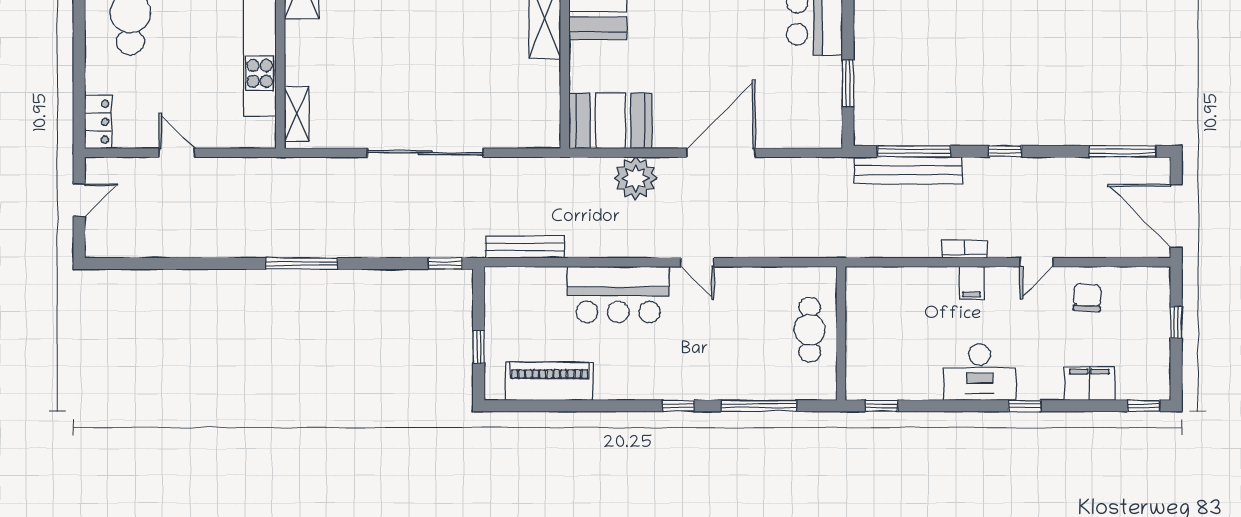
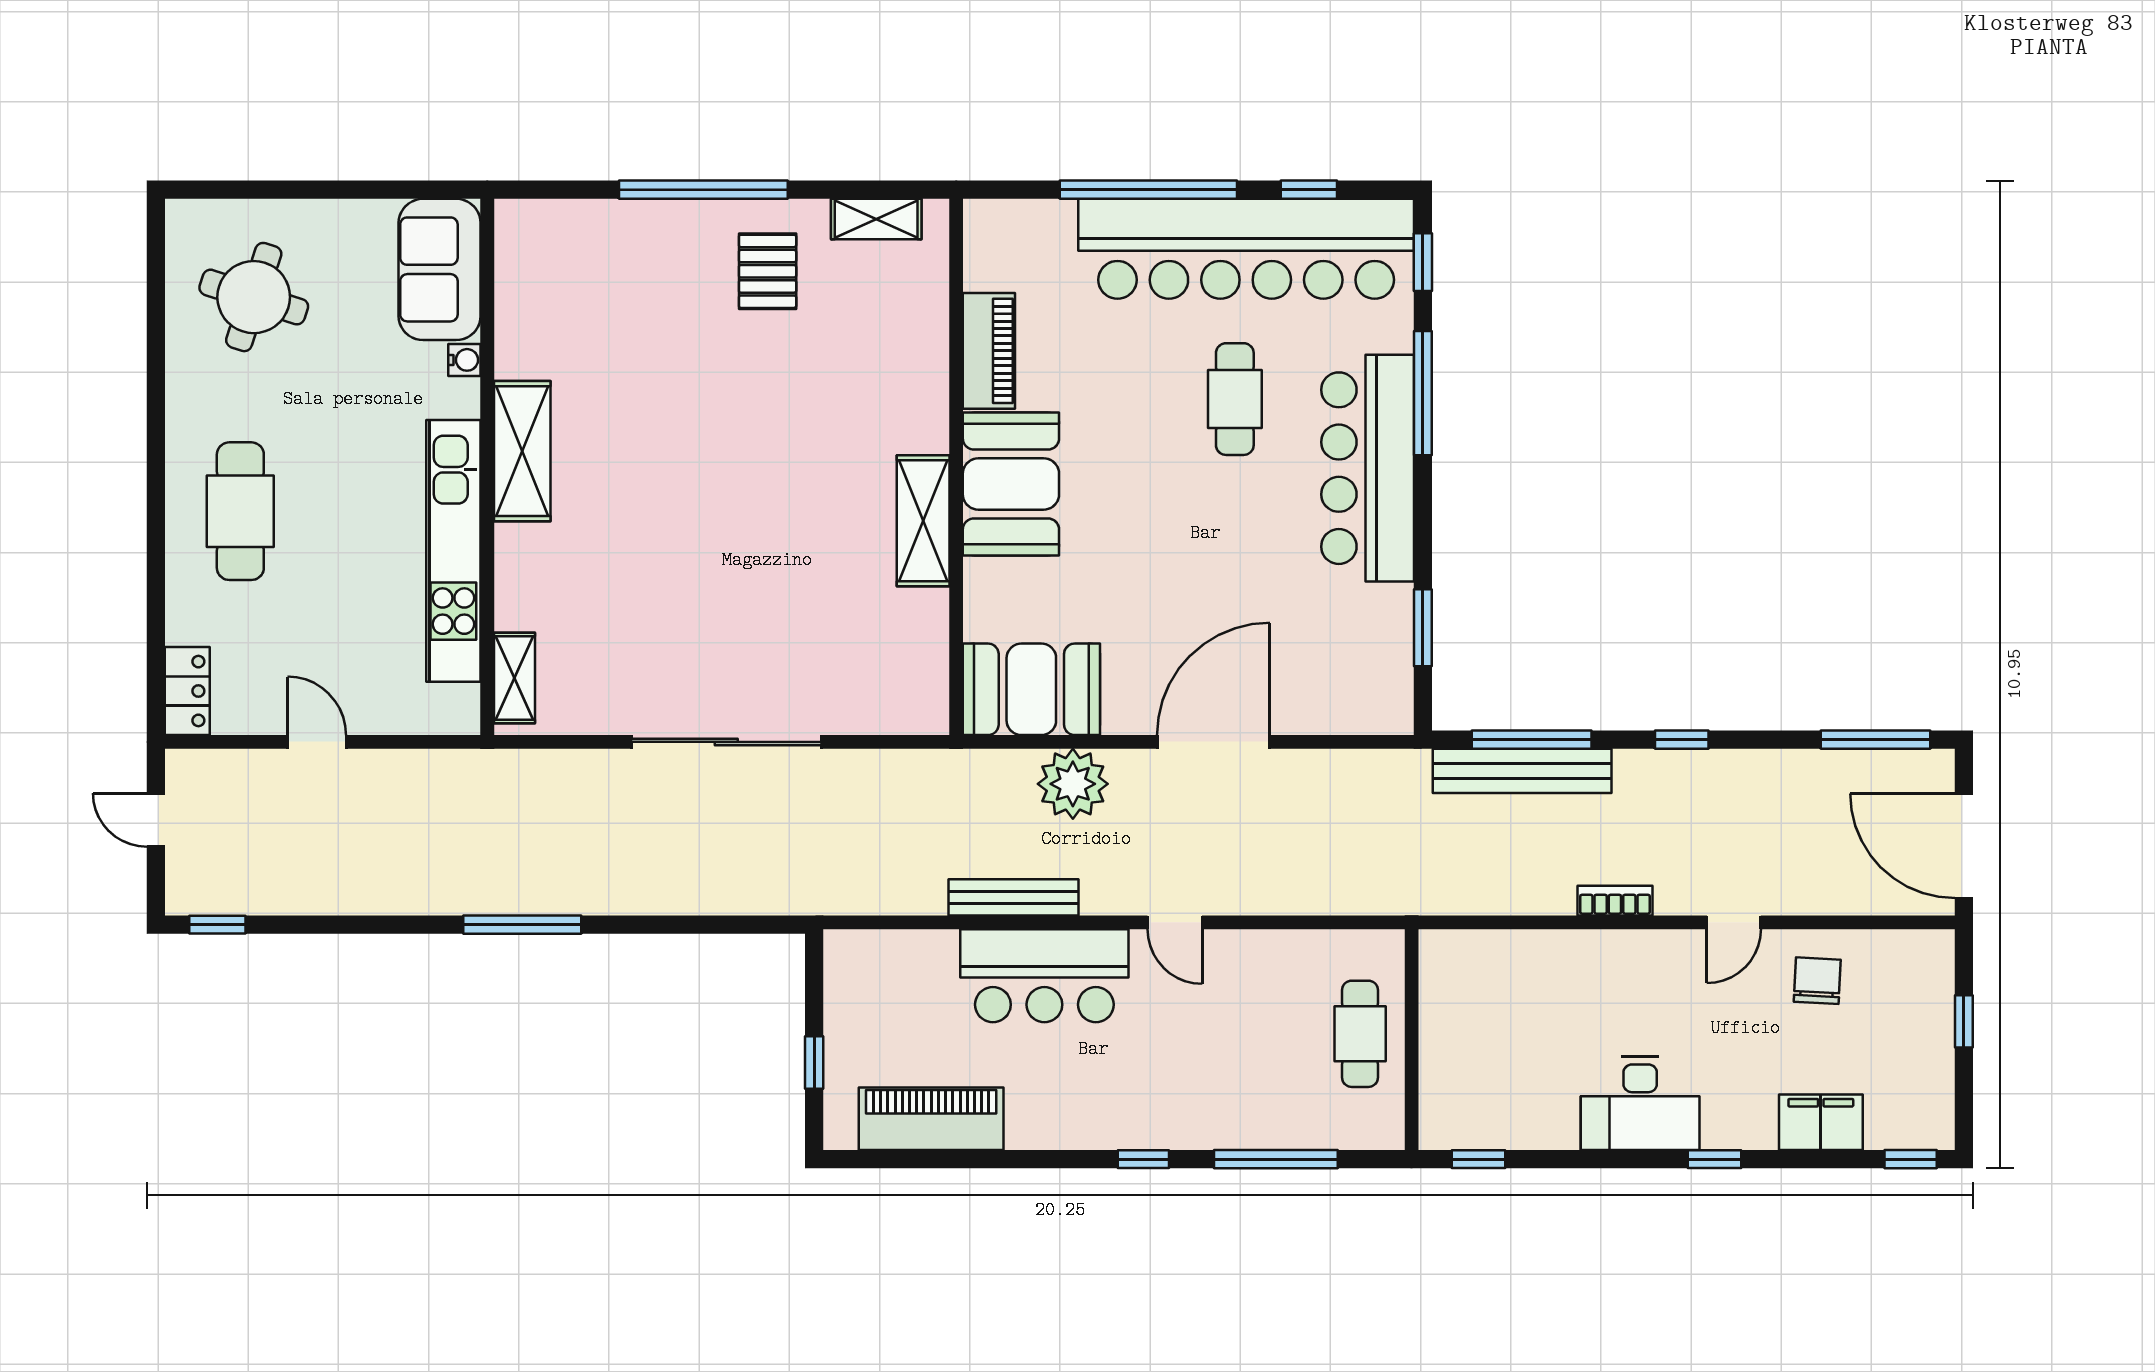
door: (79, 200) -> (156, 820), swing flipped
bench: (525, 247) -> (1013, 897), moved
window: (445, 264) -> (217, 925), moved
filing cabinet: (972, 283) -> (1627, 956), removed

